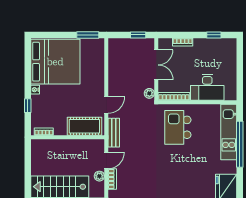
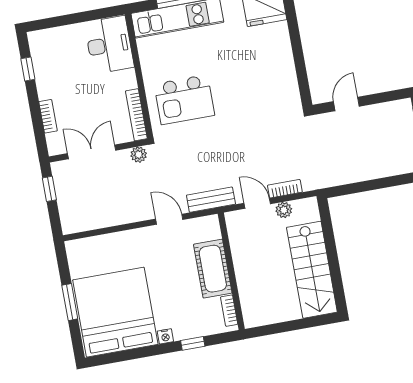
window: (88, 35) -> (70, 302), moved
desk: (207, 87) -> (109, 45), moved
cot: (84, 126) -> (213, 269), moved

